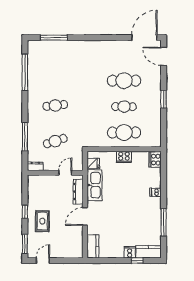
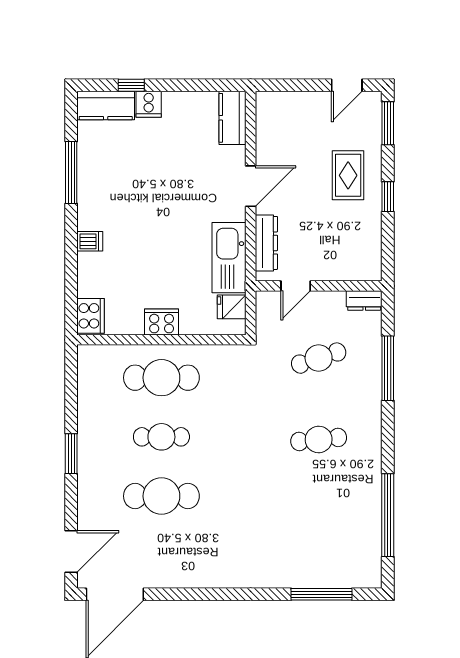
door: (164, 56) -> (71, 552), hinge flipped

